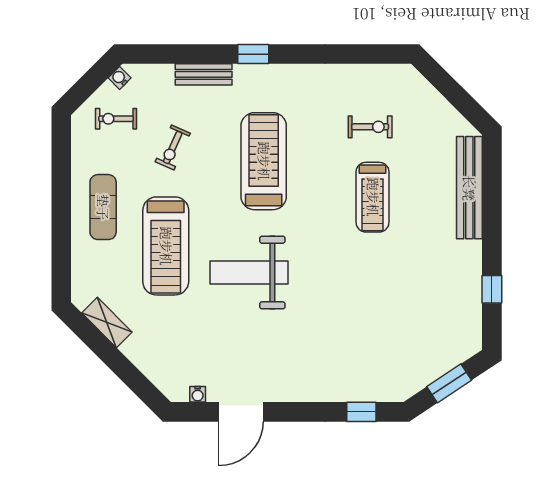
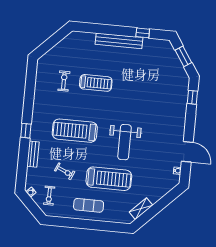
bench: (469, 188) -> (119, 41), moved

